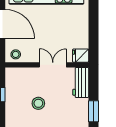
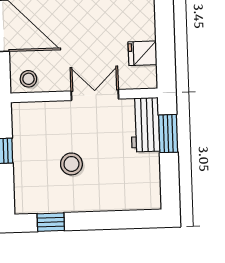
fridge: (81, 56) -> (142, 53), moved
window: (93, 111) -> (168, 134), moved

